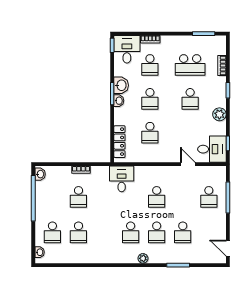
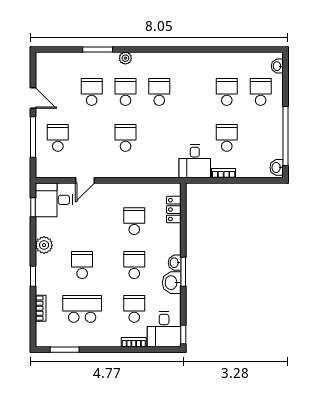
locker: (119, 142) -> (174, 210), width x0.66
door: (188, 164) -> (85, 180), hinge flipped
desk: (122, 179) -> (195, 161), moved
door: (228, 248) -> (33, 98), moved
plant: (143, 258) -> (125, 58), moved

